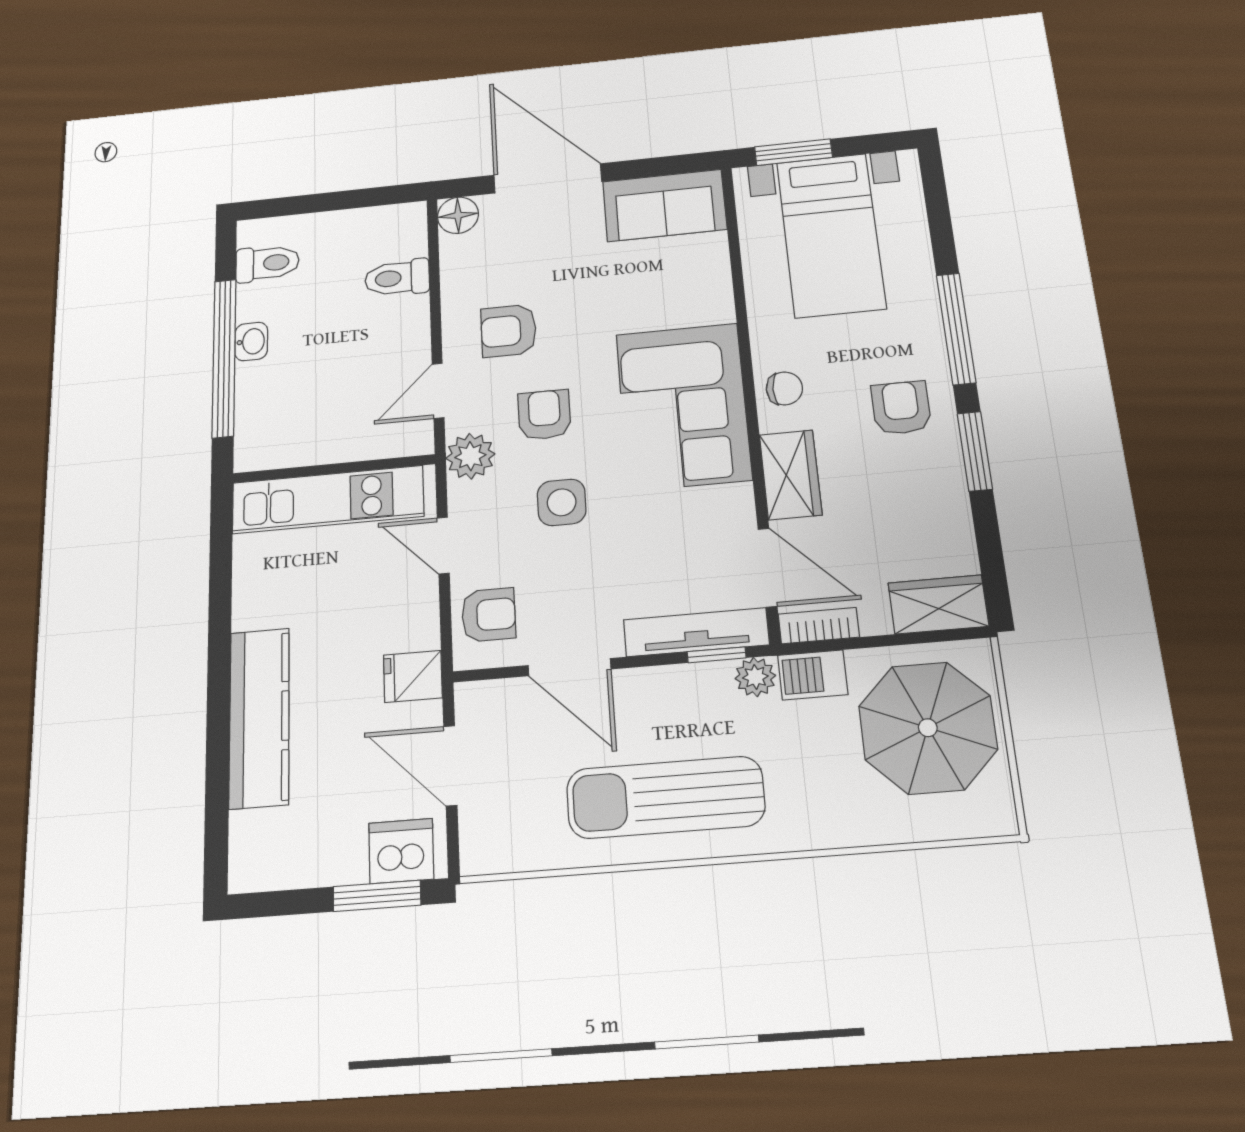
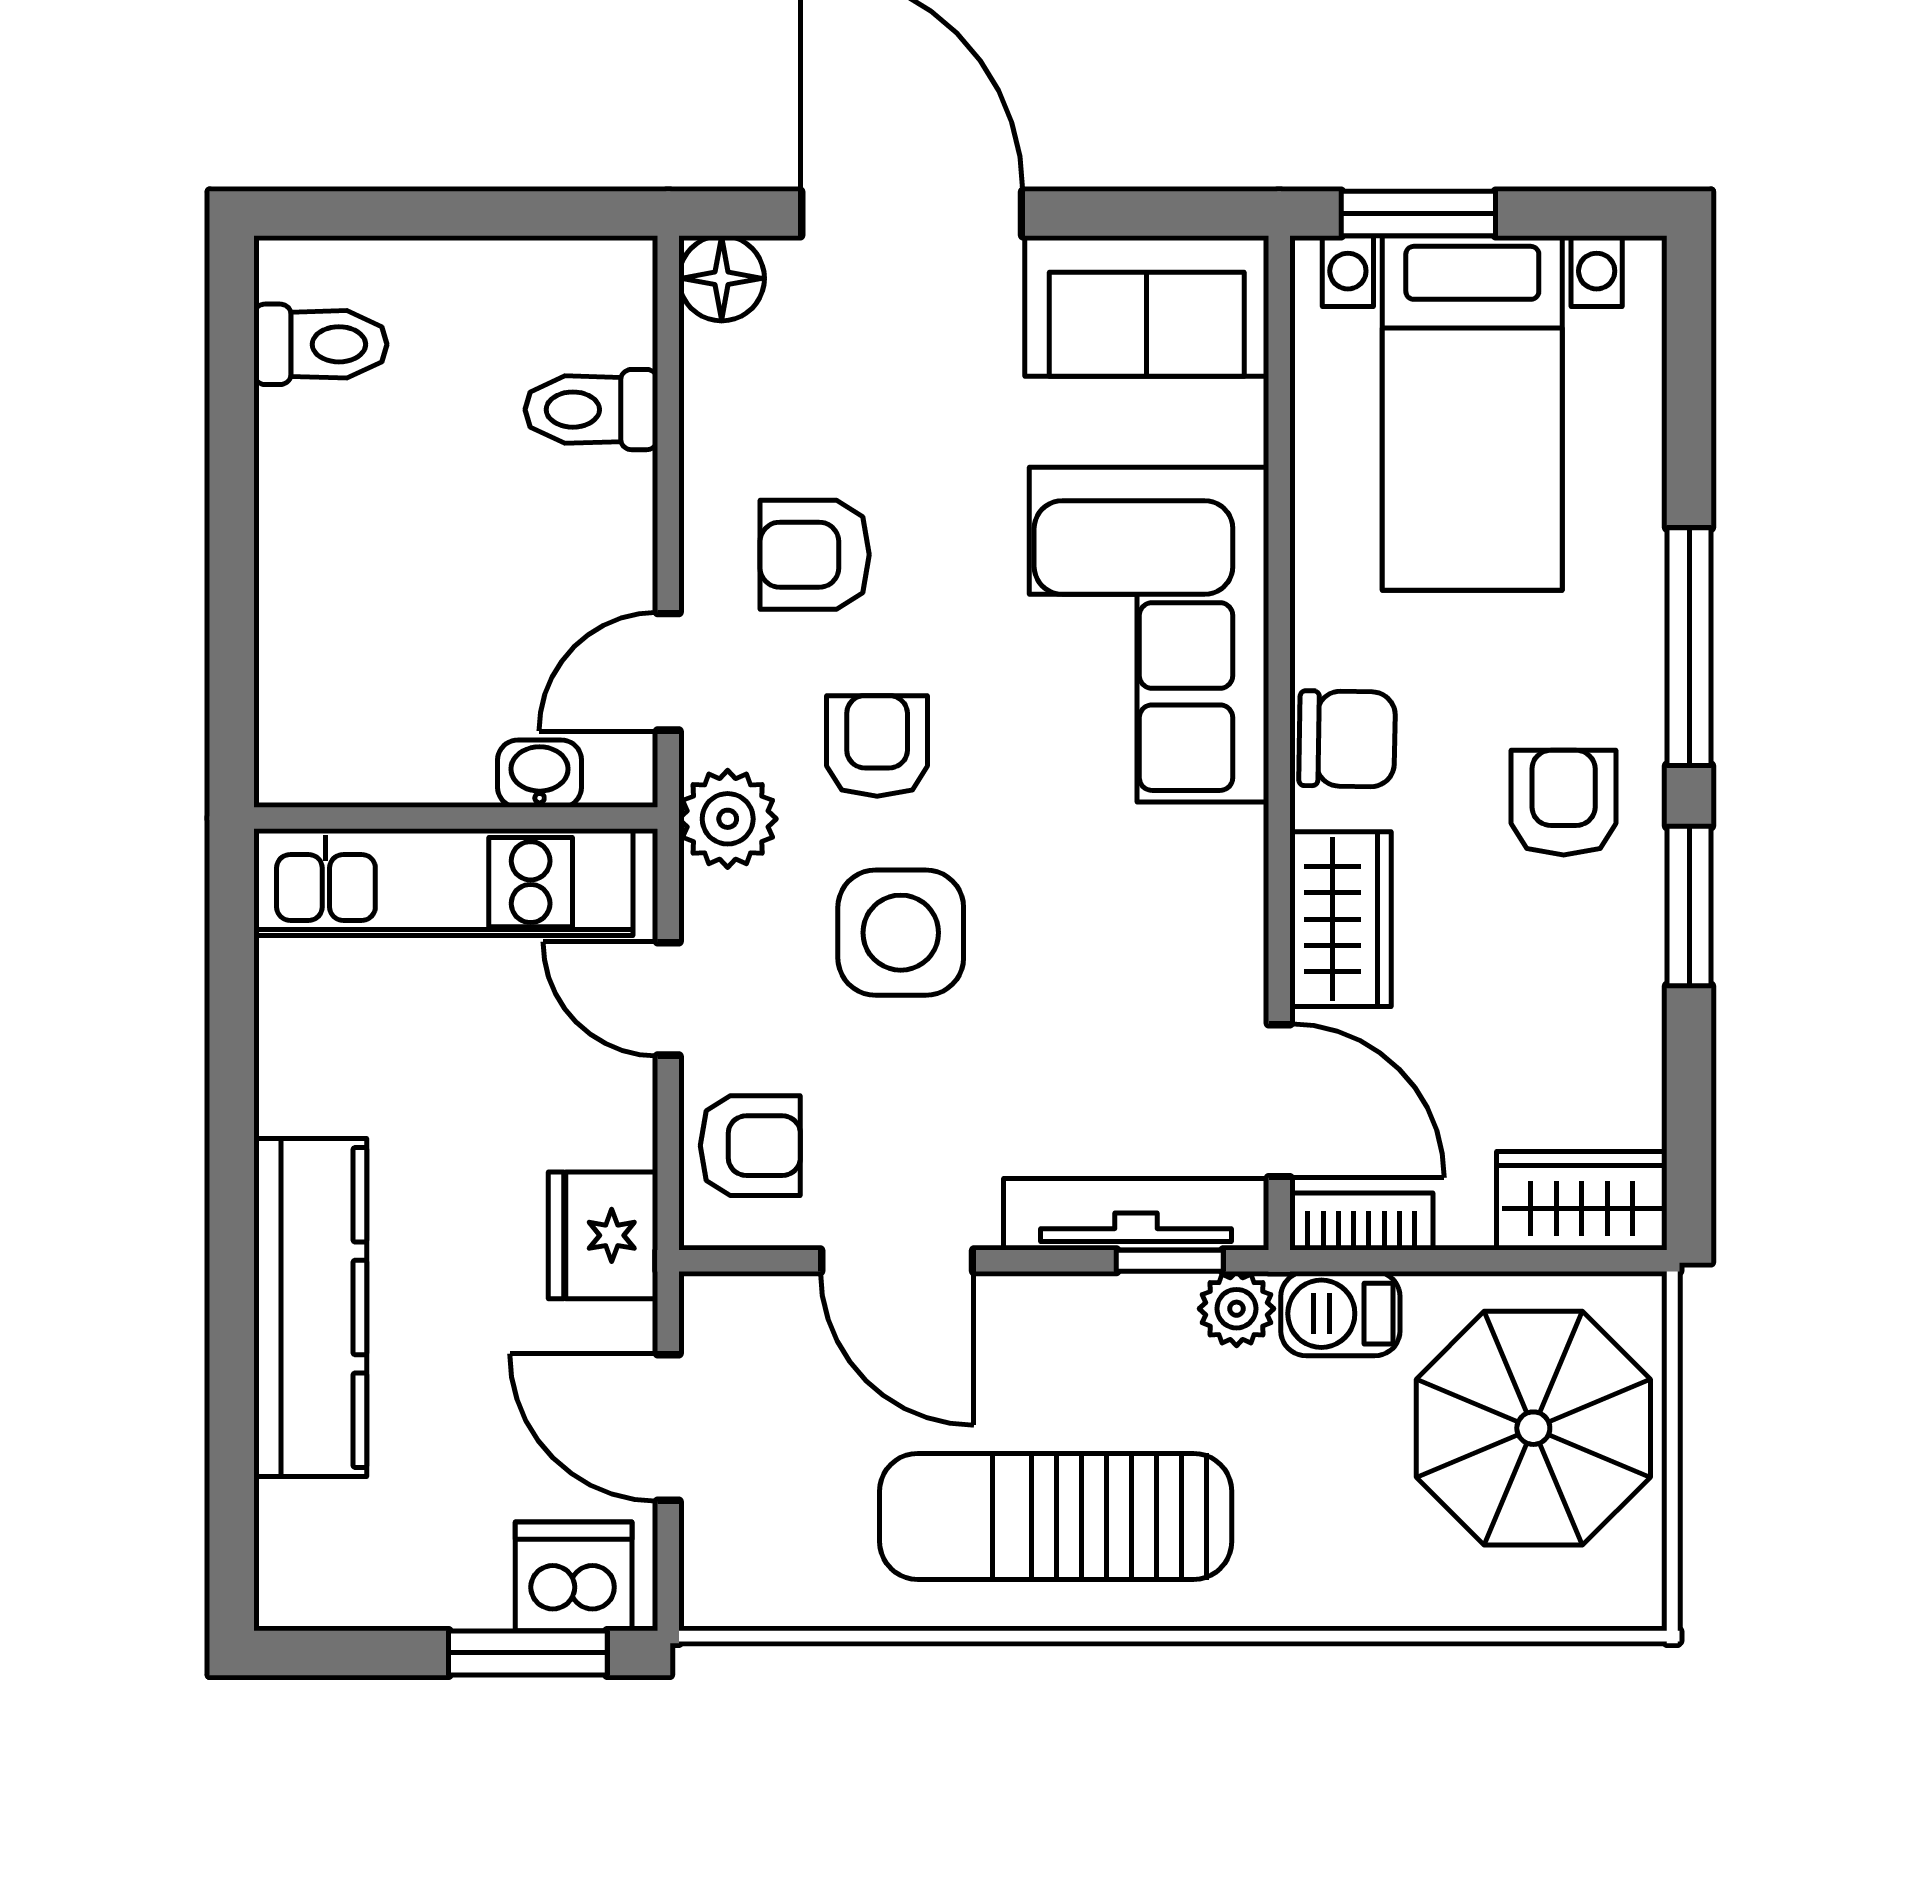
washbasin: (251, 341) -> (540, 774), moved, turned -90
window: (224, 358) -> (232, 551), removed
chair: (784, 388) -> (1347, 739), width x1.37, depth x1.37
corner sofa: (683, 406) -> (1149, 635), moved
side table: (562, 502) -> (901, 933), width x1.37, depth x1.37
fridge: (413, 676) -> (603, 1235), width x1.38

